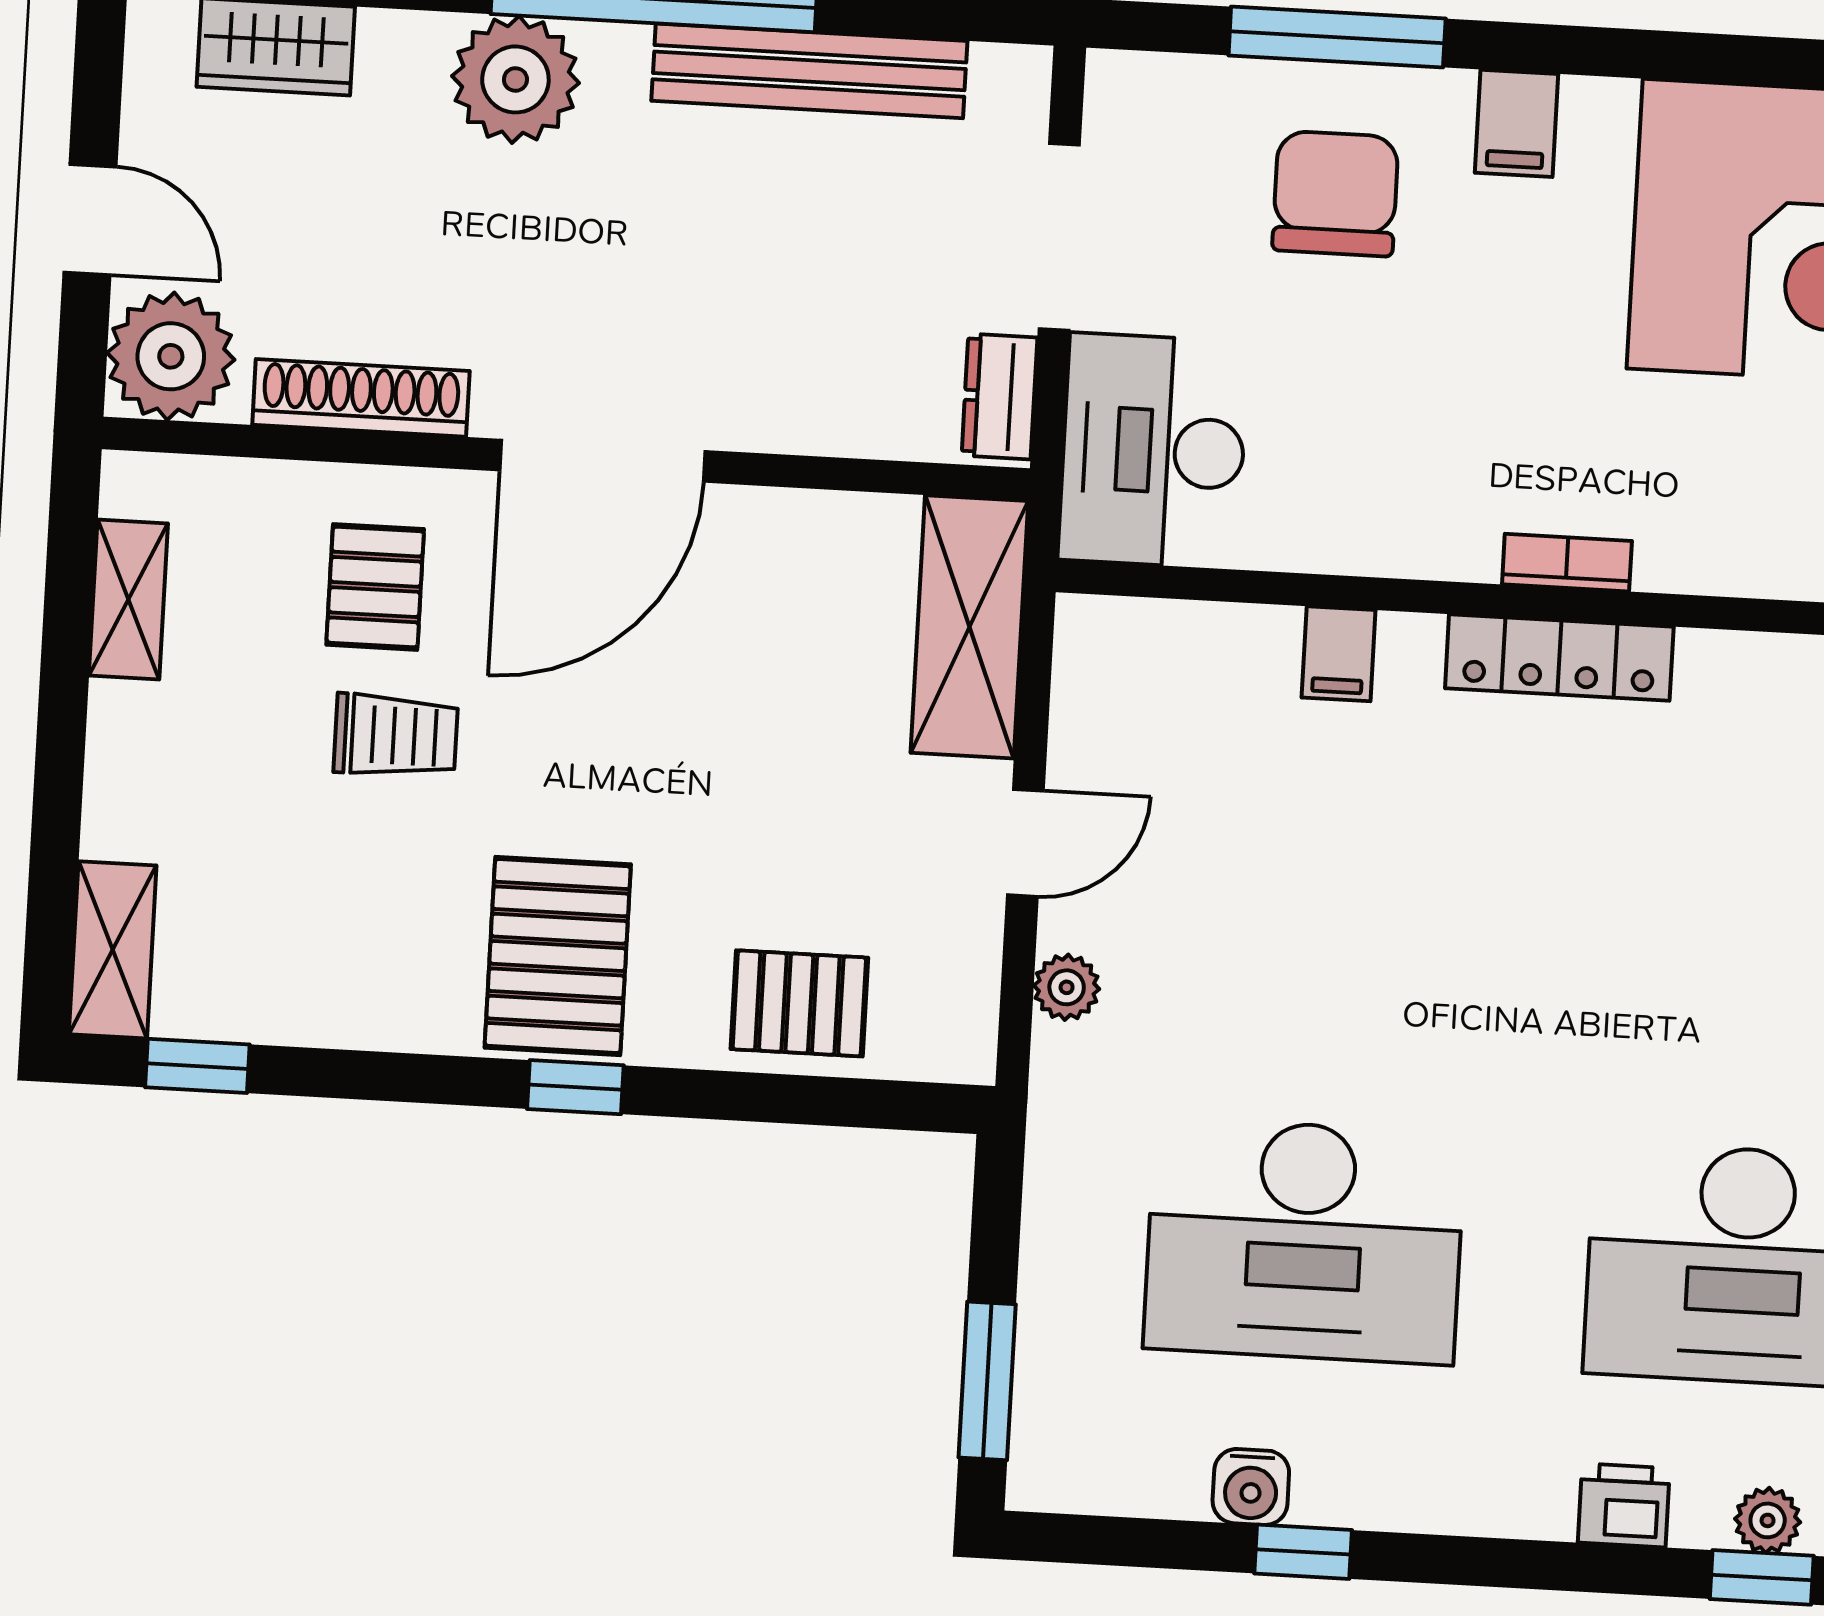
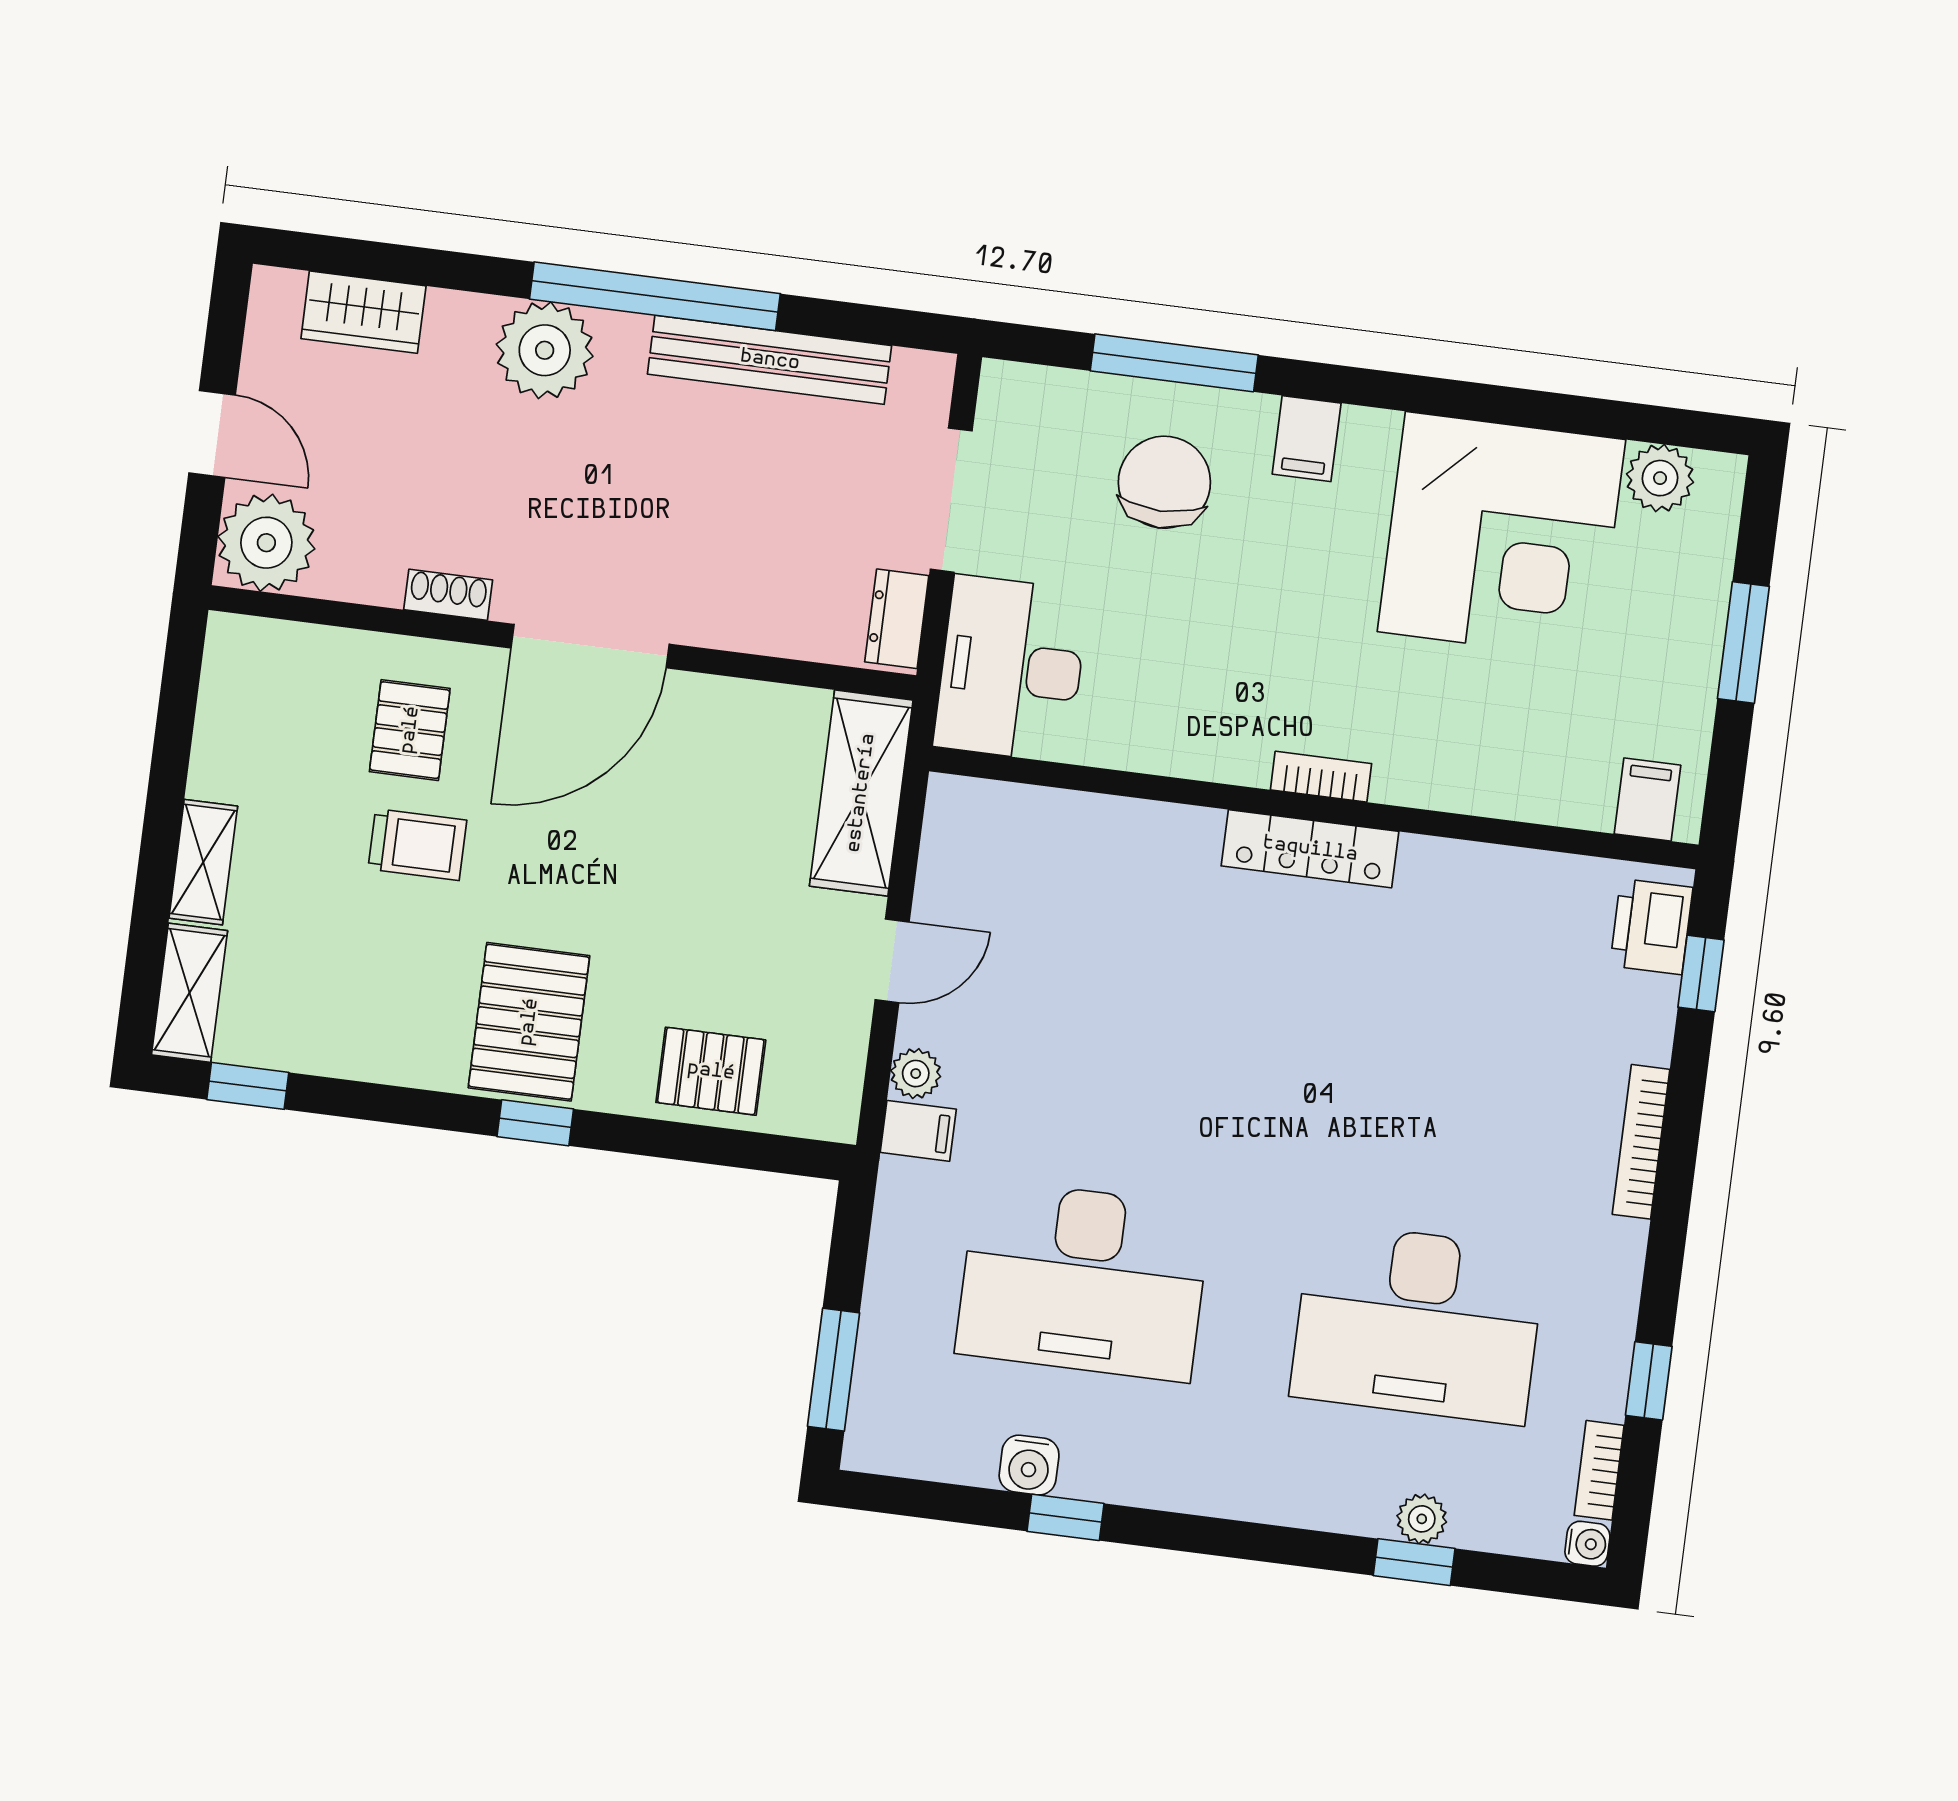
shoe rack: (361, 398) -> (448, 595), width x0.51, depth x0.81
shelving: (128, 600) -> (203, 862), moved
filing cabinet: (1339, 654) -> (918, 1131), moved, turned -90
printer: (1624, 1505) -> (1313, 1500), removed

